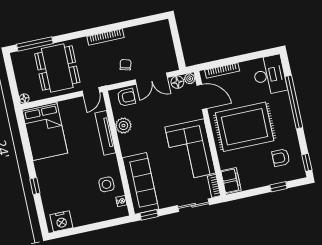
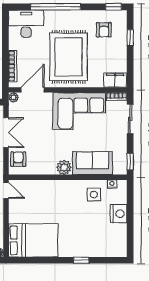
floor lamp: (177, 82) -> (14, 109), removed
plant: (123, 126) -> (64, 167), moved
tv unit: (105, 133) -> (47, 185), removed
sofa: (140, 183) -> (92, 163), width x0.73
nightstand: (61, 221) -> (119, 214), moved

